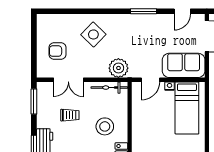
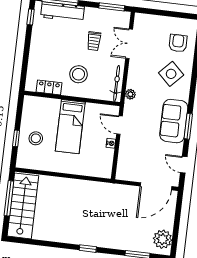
armchair: (58, 51) -> (178, 43), moved
sofa: (184, 65) -> (174, 121), moved, turned 180
plant: (118, 68) -> (130, 94), width x0.53, depth x0.53
bed: (187, 108) -> (70, 127), moved, turned -90

